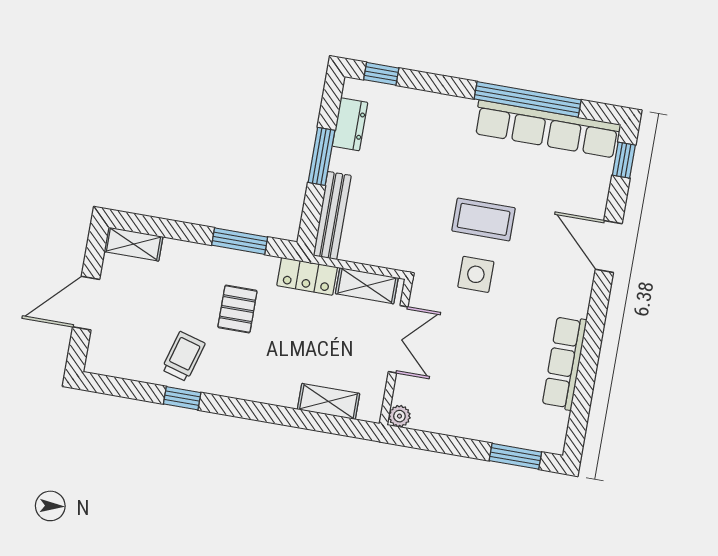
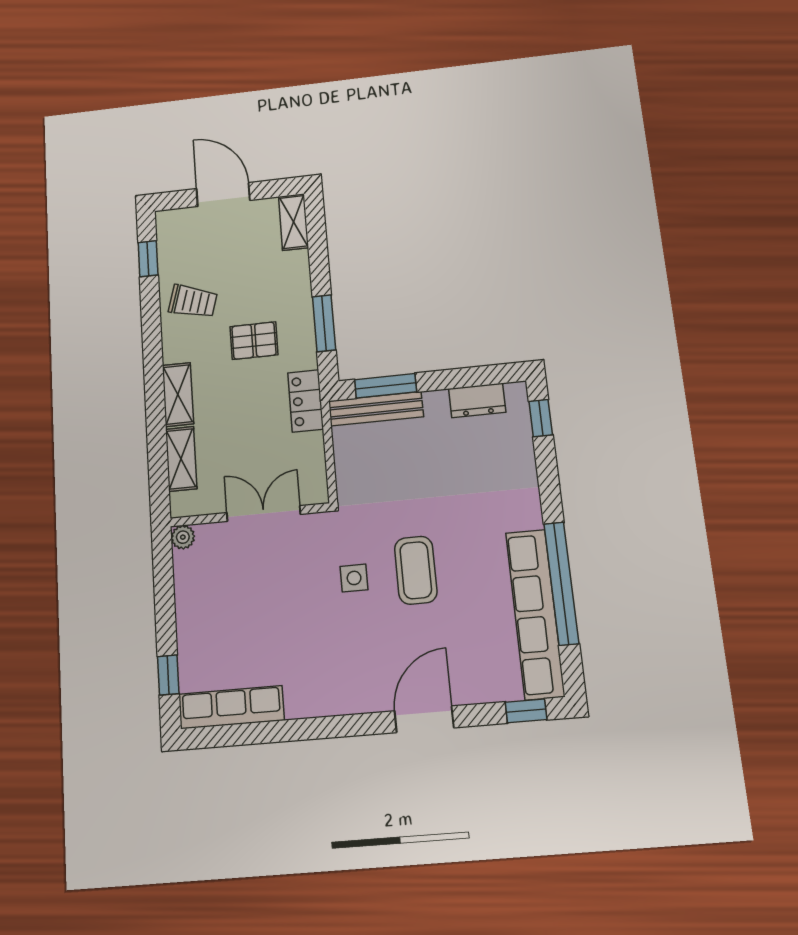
window: (321, 156) -> (386, 386), moved
side table: (476, 274) -> (354, 578), width x0.73, depth x0.73
shelving: (367, 286) -> (178, 395), moved
double door: (398, 339) -> (264, 513), swing flipped
row of seats: (564, 363) -> (231, 707), moved
window: (182, 398) -> (148, 259), moved
window: (515, 456) -> (168, 675), width x0.67

